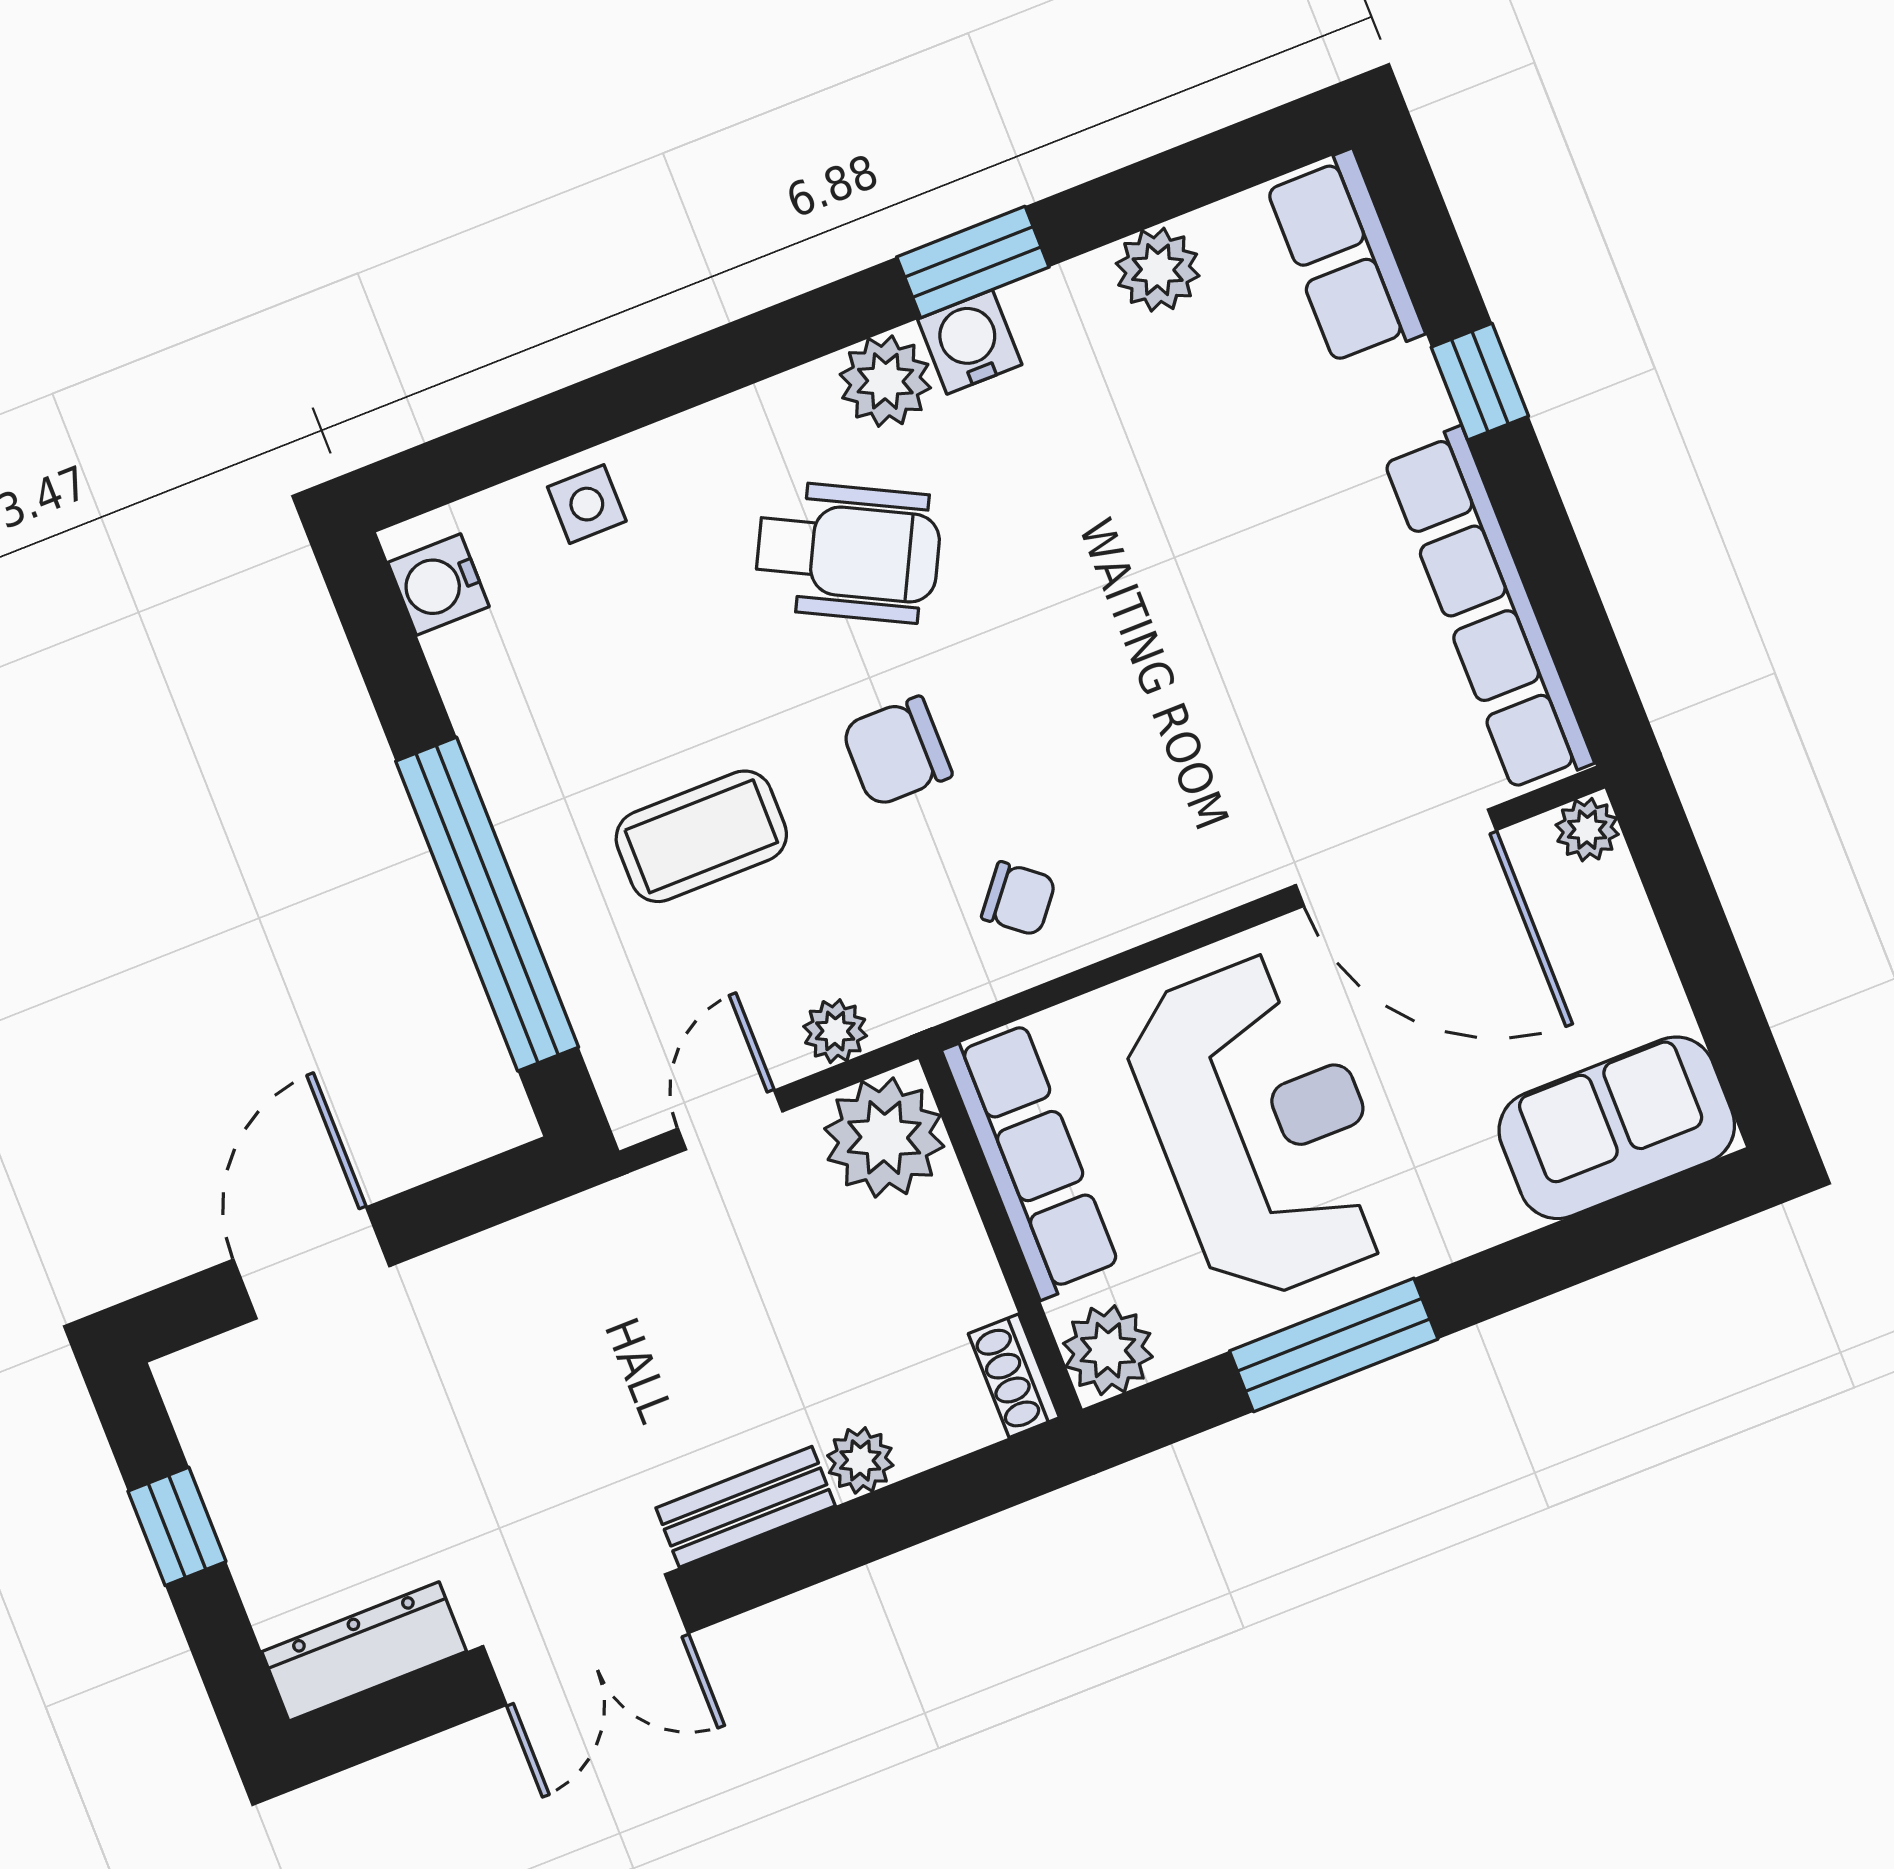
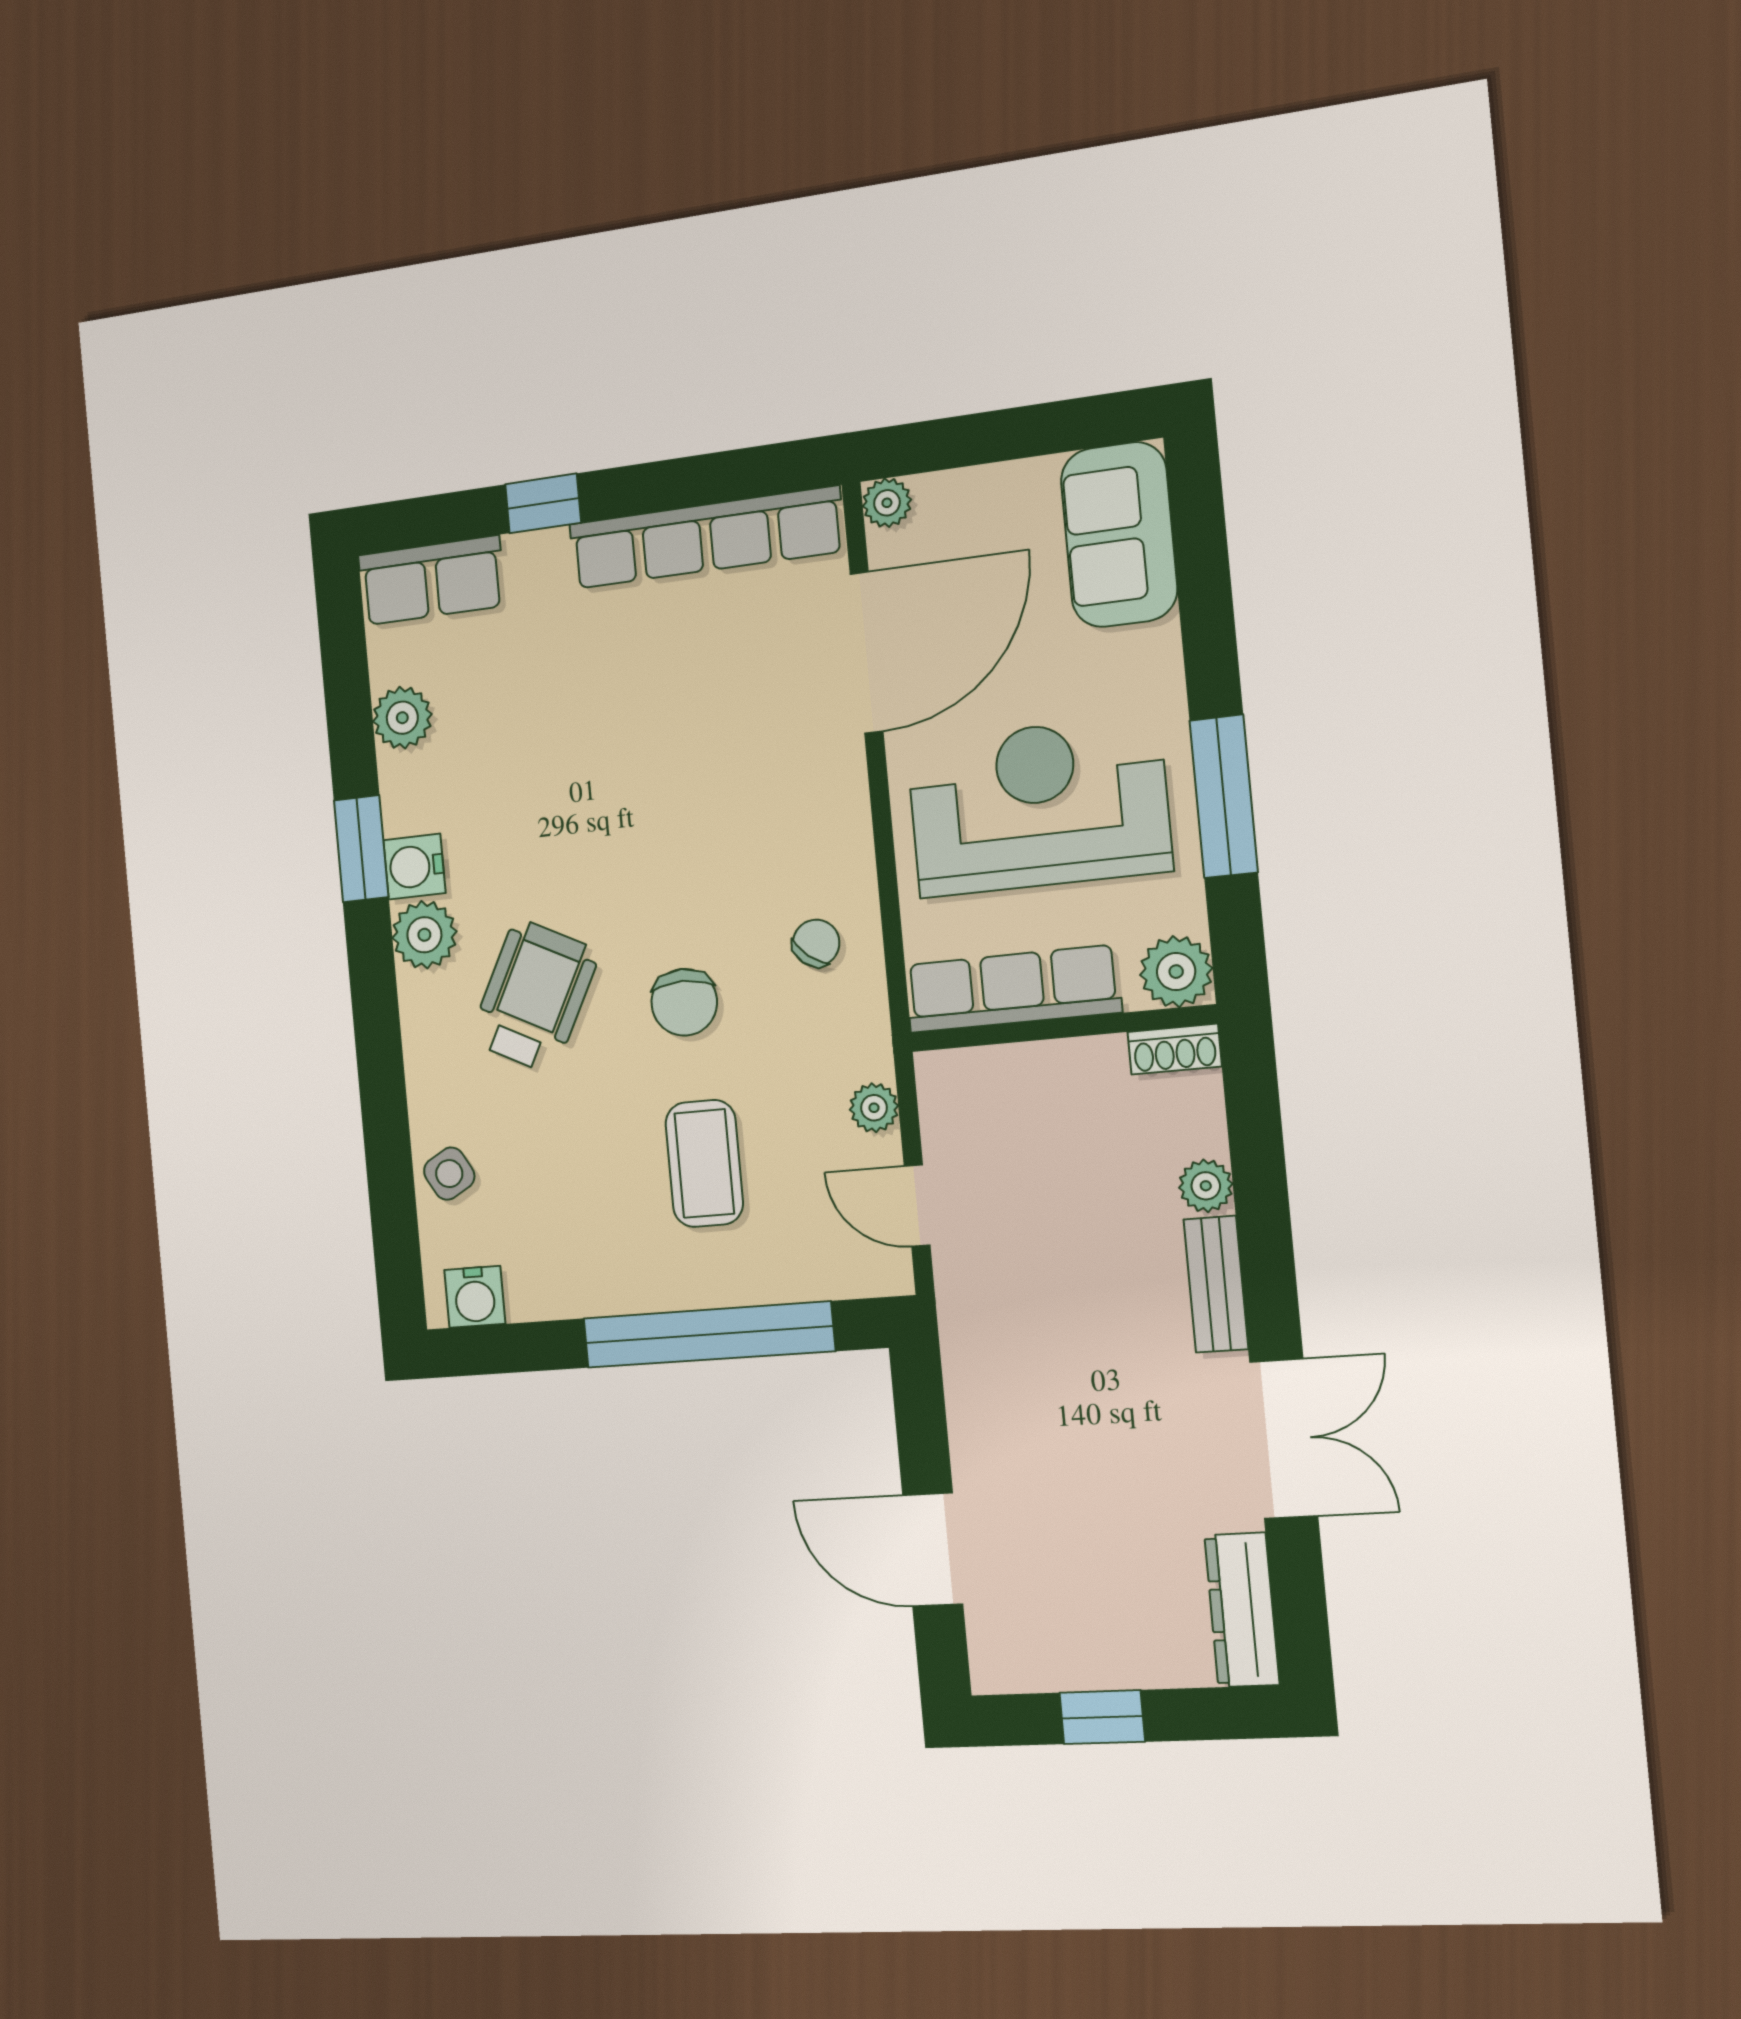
side table: (587, 504) -> (449, 1174), turned -30
plant: (884, 1138) -> (964, 1095), removed

